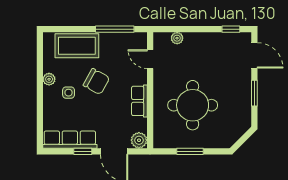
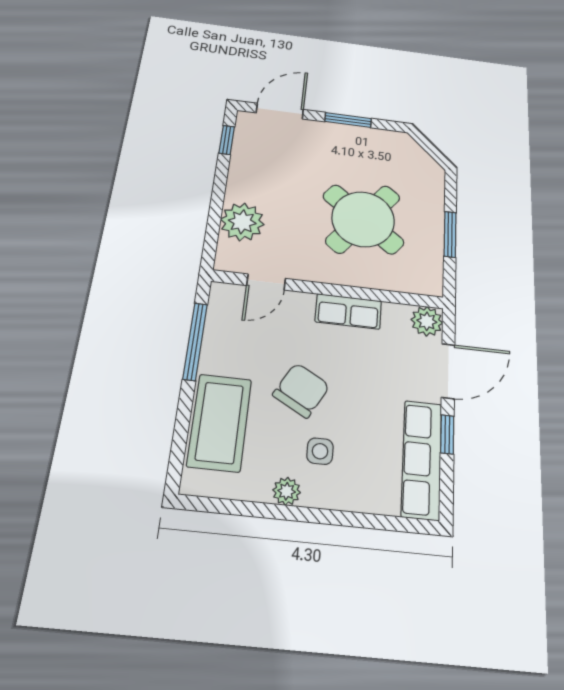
plant: (177, 38) -> (242, 222), width x1.87, depth x1.87
round table: (193, 105) -> (363, 219), turned 38

